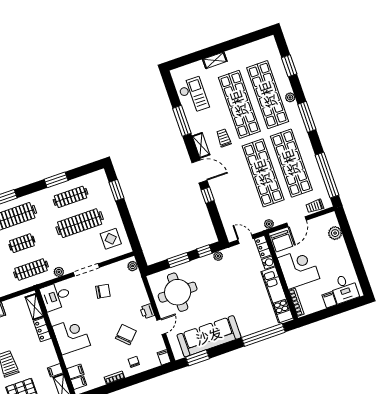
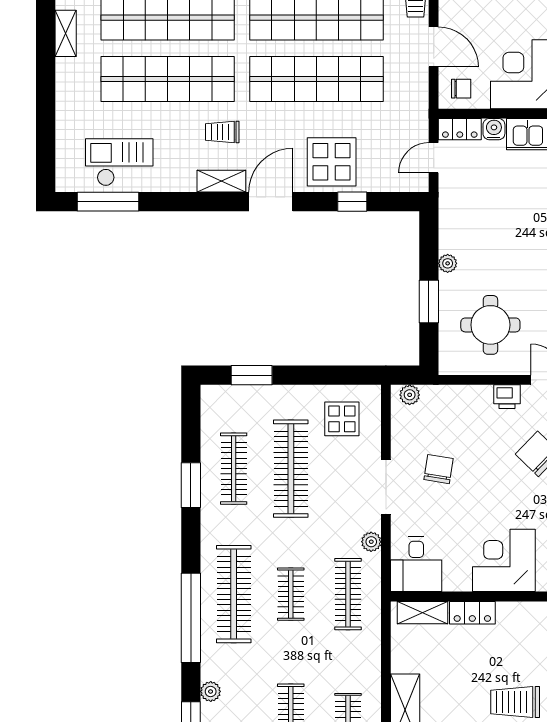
shelving: (215, 60) -> (66, 33), moved
window: (182, 121) -> (108, 202), moved
display table: (227, 193) -> (332, 162), added
window: (208, 195) -> (352, 202), moved
plant: (269, 224) -> (419, 102), removed
chair: (282, 241) -> (461, 89), width x0.54, depth x0.54
window: (204, 251) -> (429, 245), removed
plant: (218, 256) -> (448, 263), moved
round table: (178, 292) -> (490, 325), width x0.73, depth x0.73

